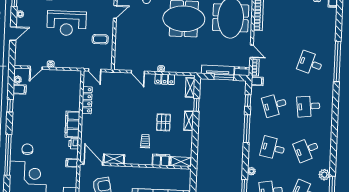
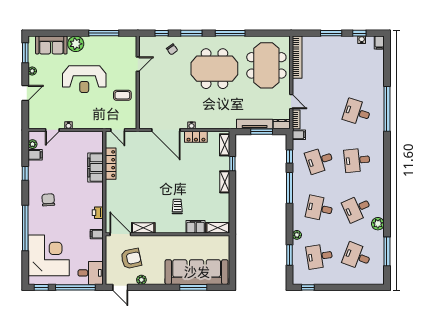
door: (138, 72) -> (166, 130), width x1.88
pallet: (163, 122) -> (197, 185), removed
filing cabinet: (72, 124) -> (95, 167), moved
chair: (27, 149) -> (48, 200), moved
plant: (324, 175) -> (378, 224), moved

